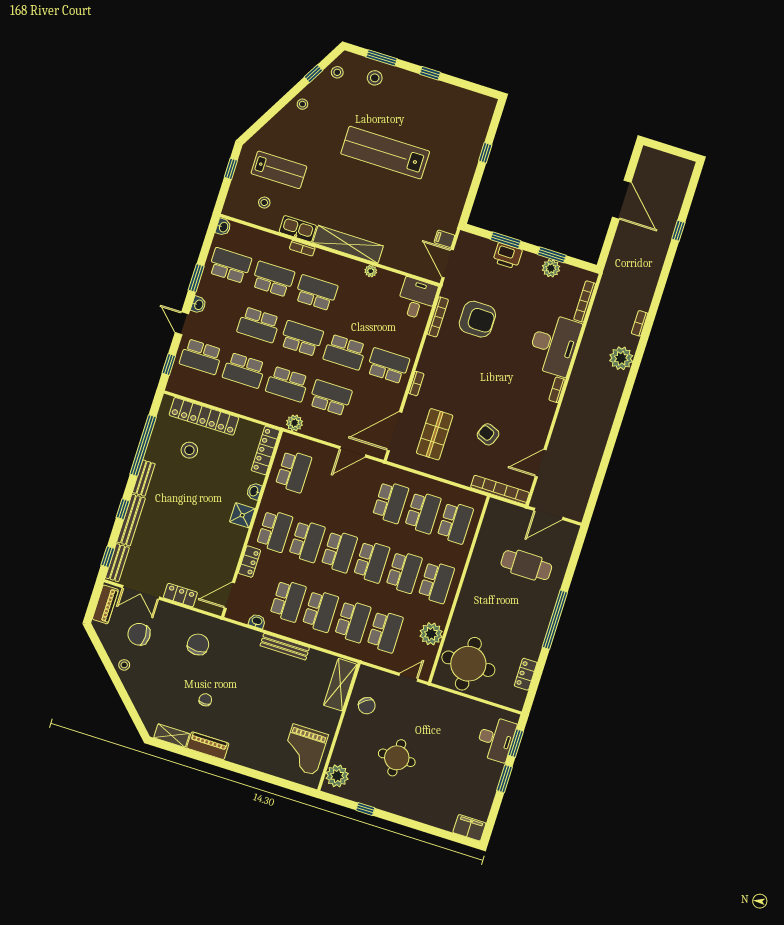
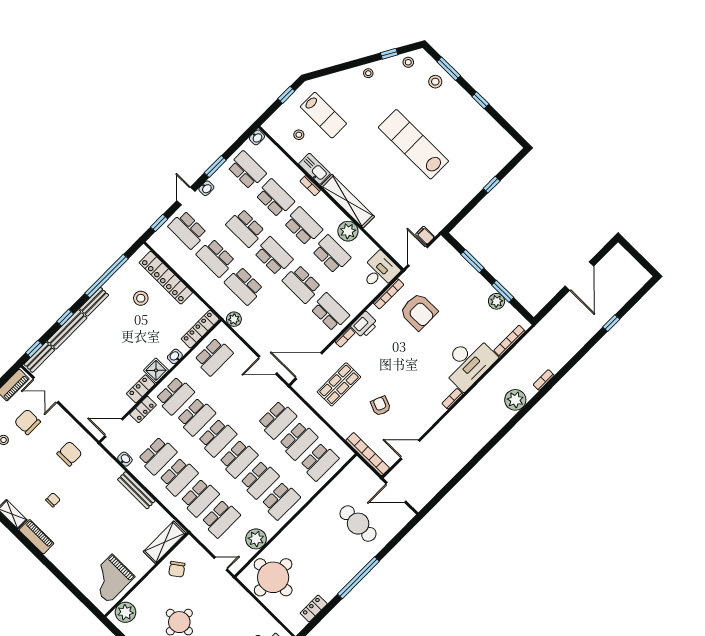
printer: (507, 256) -> (364, 325), moved, turned -90
plant: (371, 271) -> (348, 231), width x1.88, depth x1.88
school desk: (330, 398) -> (331, 254), moved
locker: (180, 595) -> (141, 389), moved, turned -90

